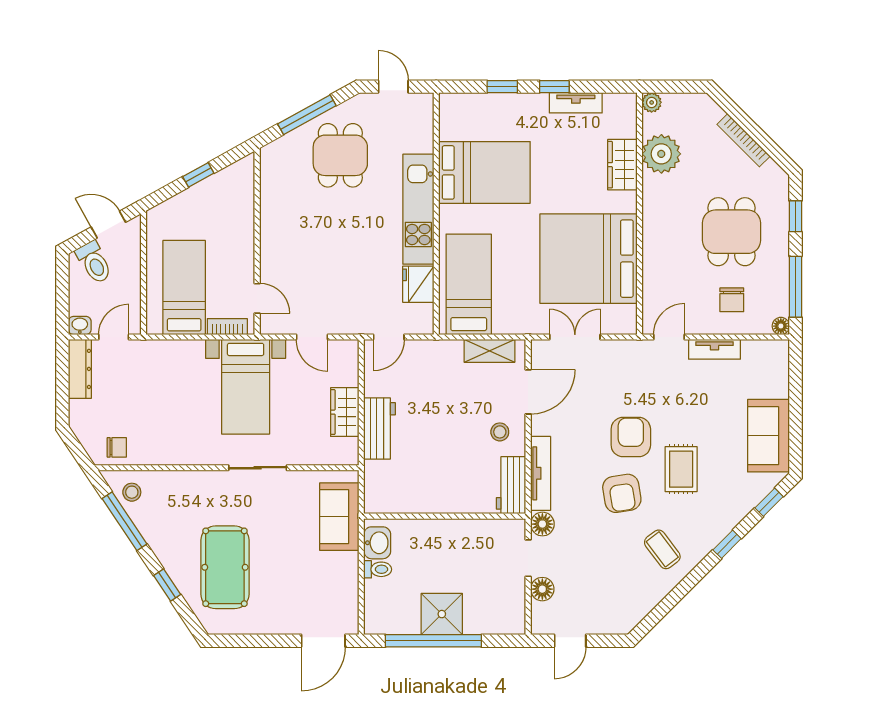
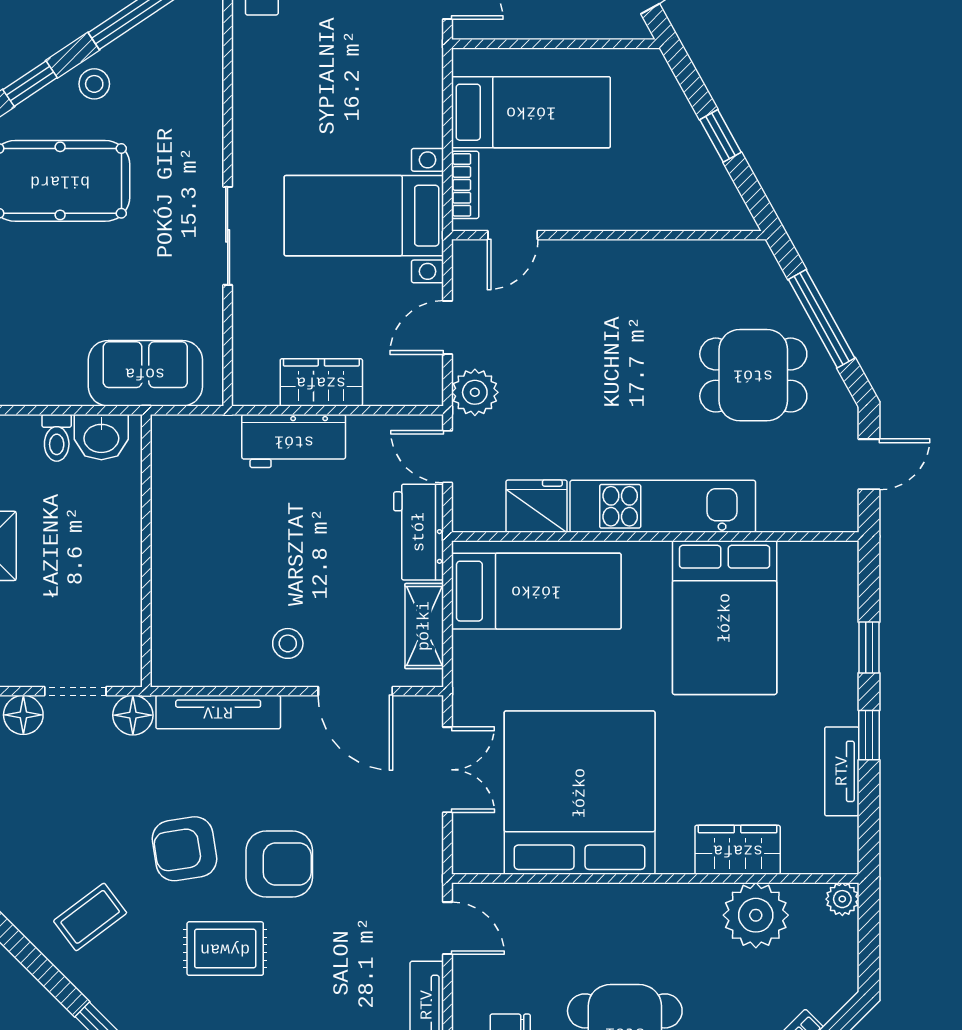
plant: (351, 321) -> (475, 392), added
workbench: (511, 485) -> (419, 532), moved, turned -90
stool: (132, 492) -> (94, 84), moved

